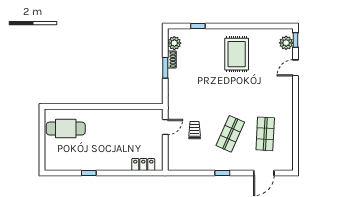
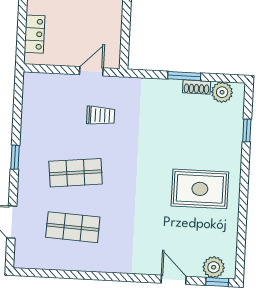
door: (165, 127) -> (91, 71), swing flipped
trolley: (195, 130) -> (101, 115), moved
shop shelf: (230, 134) -> (76, 173), turned -30

